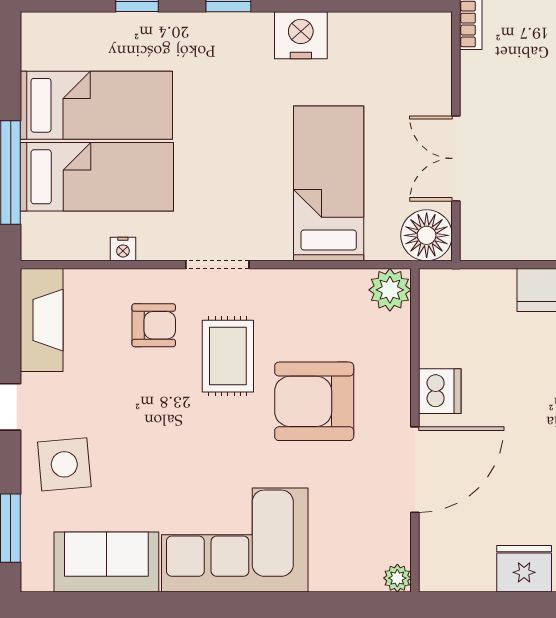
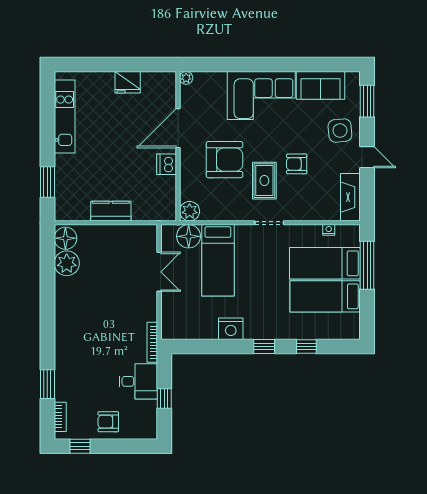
floor lamp: (427, 235) -> (189, 236), moved
nightstand: (123, 249) -> (329, 230), moved
armchair: (154, 325) -> (297, 164), moved

